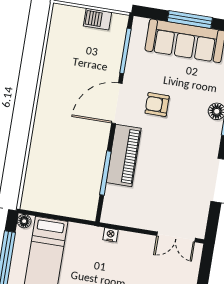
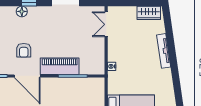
double door: (176, 237) -> (106, 24), swing flipped

